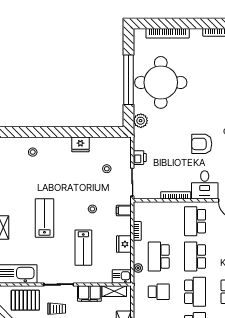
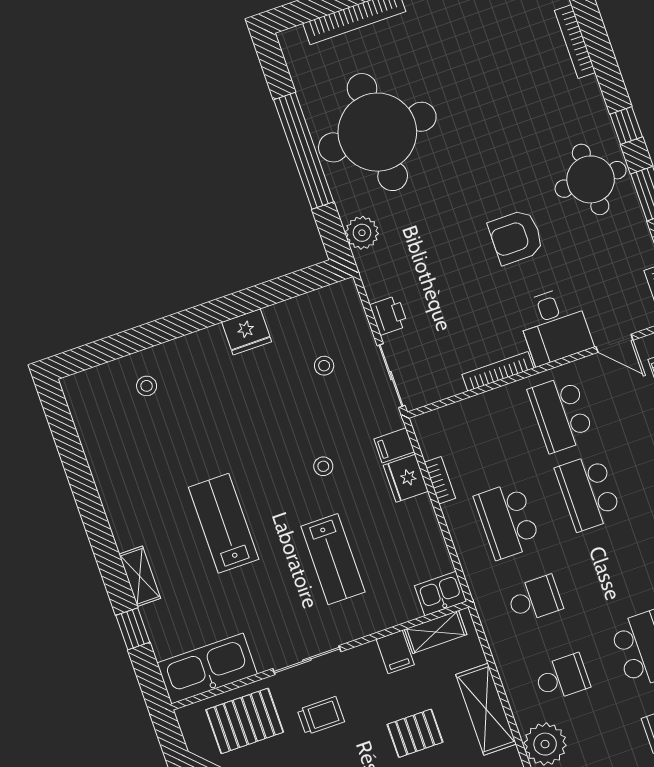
fridge: (124, 244) -> (406, 478), moved
plant: (138, 268) -> (471, 562), removed
school desk: (195, 292) -> (616, 571), removed
filing cabinet: (89, 294) -> (395, 652), width x0.50

